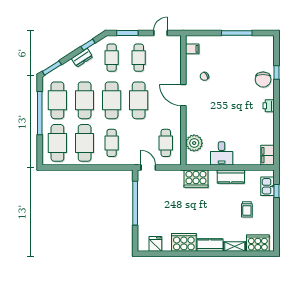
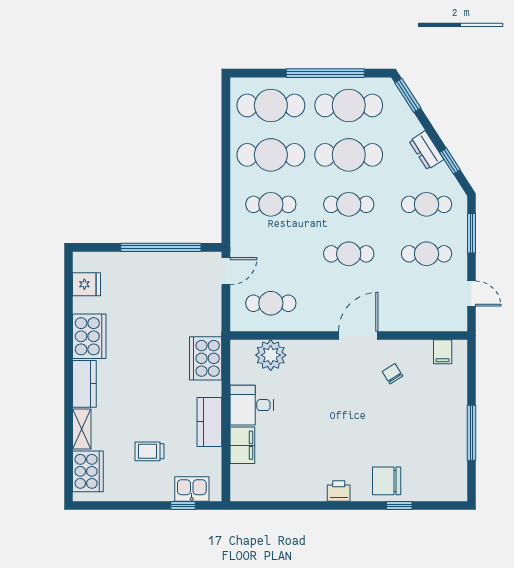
cafe table: (112, 100) -> (349, 204), width x0.73, depth x0.74
cafe table: (139, 100) -> (349, 254), width x0.73, depth x0.74
filing cabinet: (268, 155) -> (242, 445), moved, turned 90

